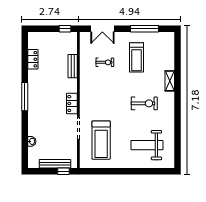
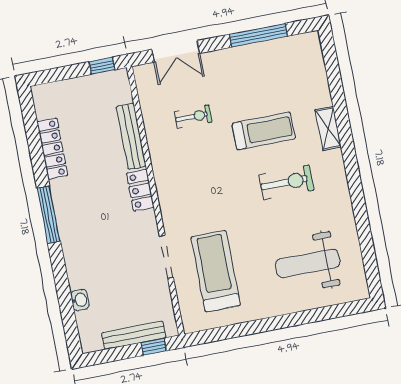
treadmill: (136, 57) -> (264, 131), moved, turned -90
locker: (33, 59) -> (52, 148), width x1.53
bench: (73, 66) -> (131, 136), width x1.36
locker: (72, 104) -> (140, 190), moved
treadmill: (101, 140) -> (216, 271), turned 180

